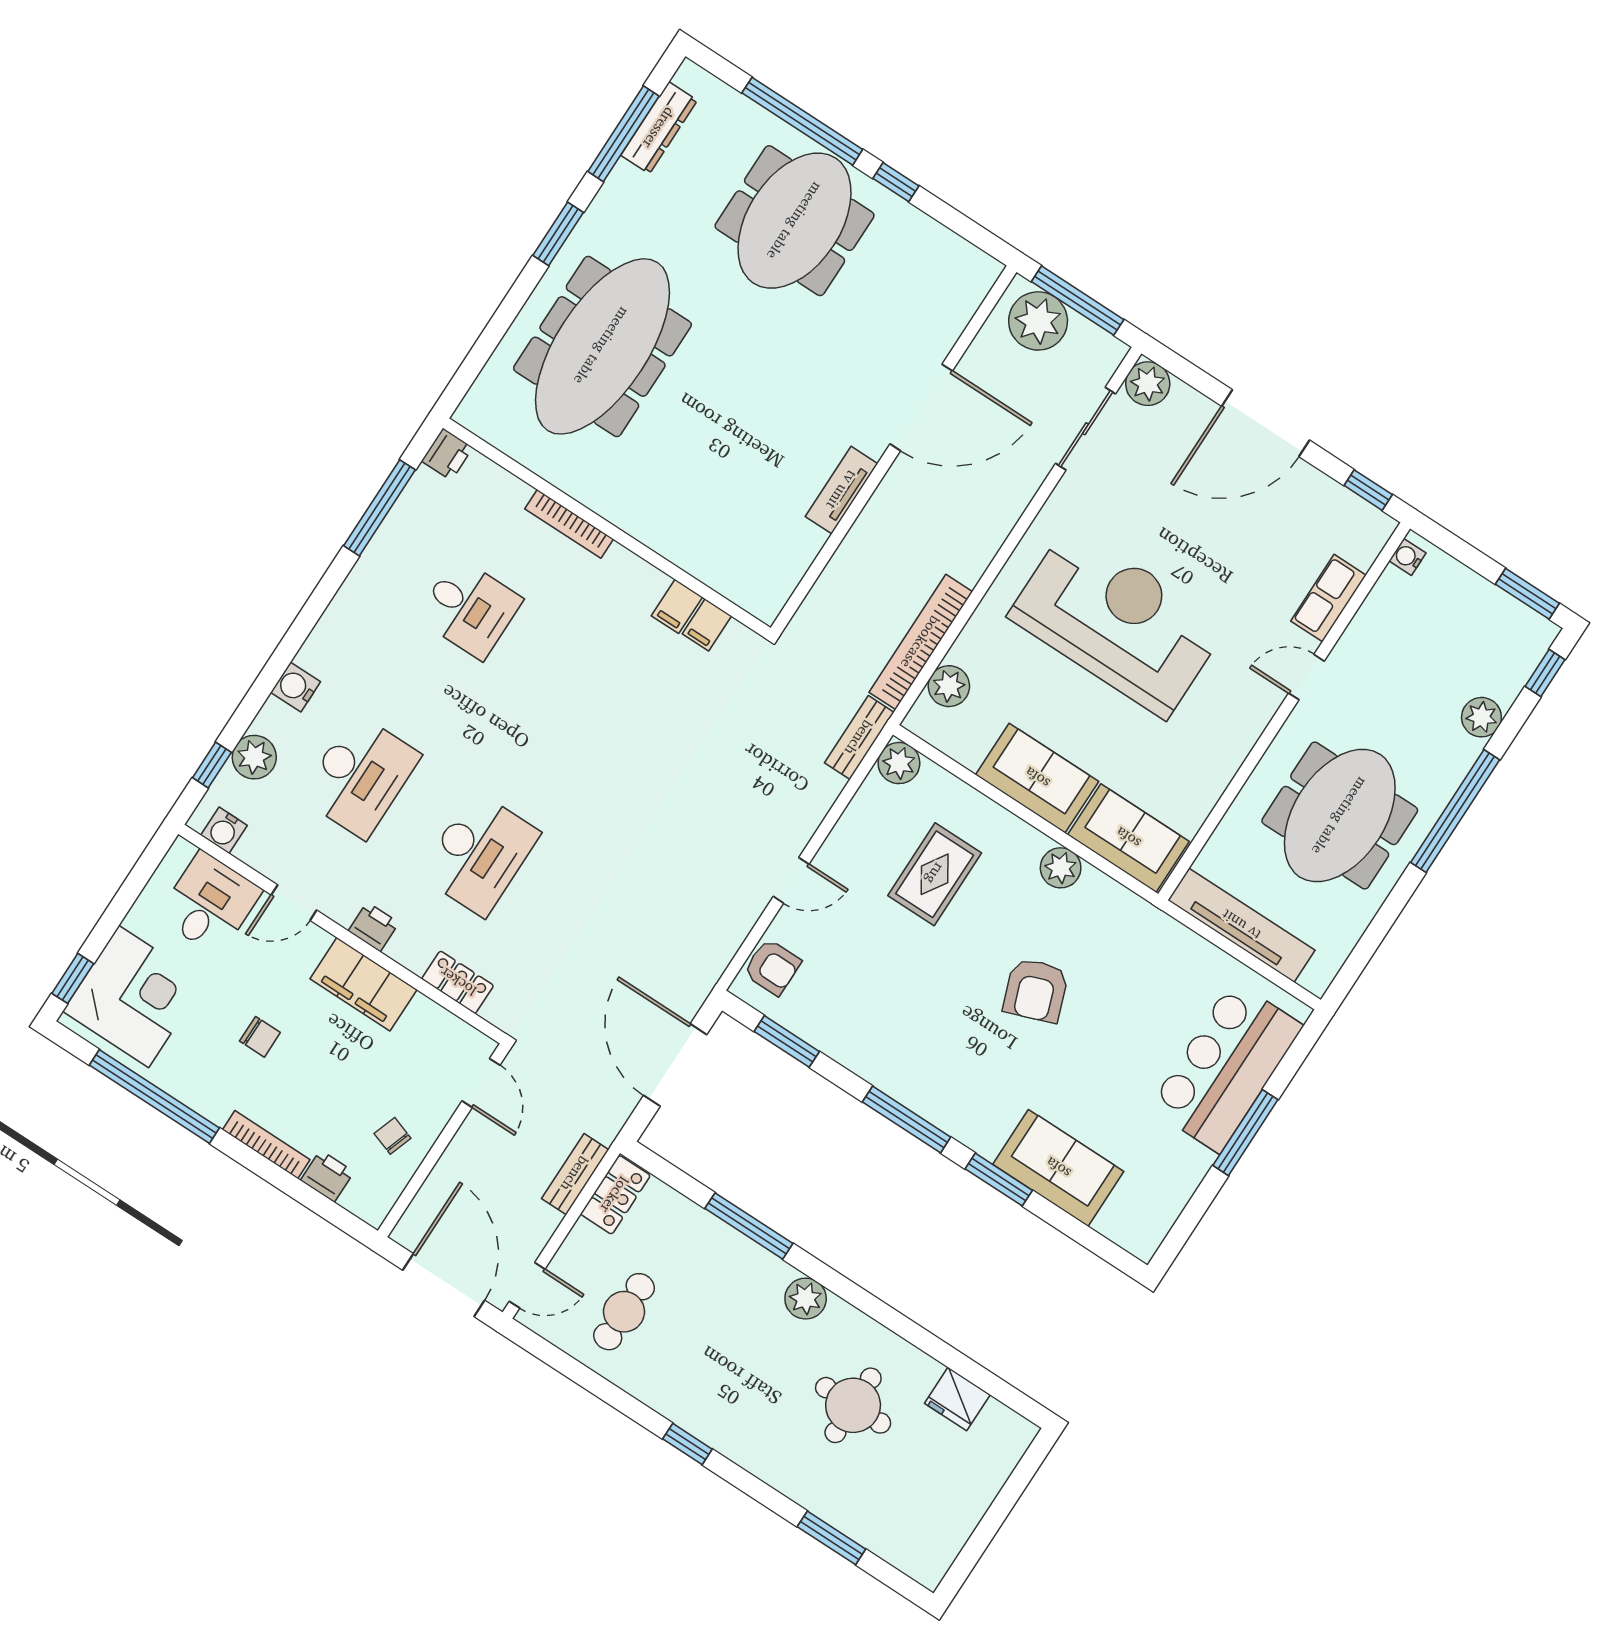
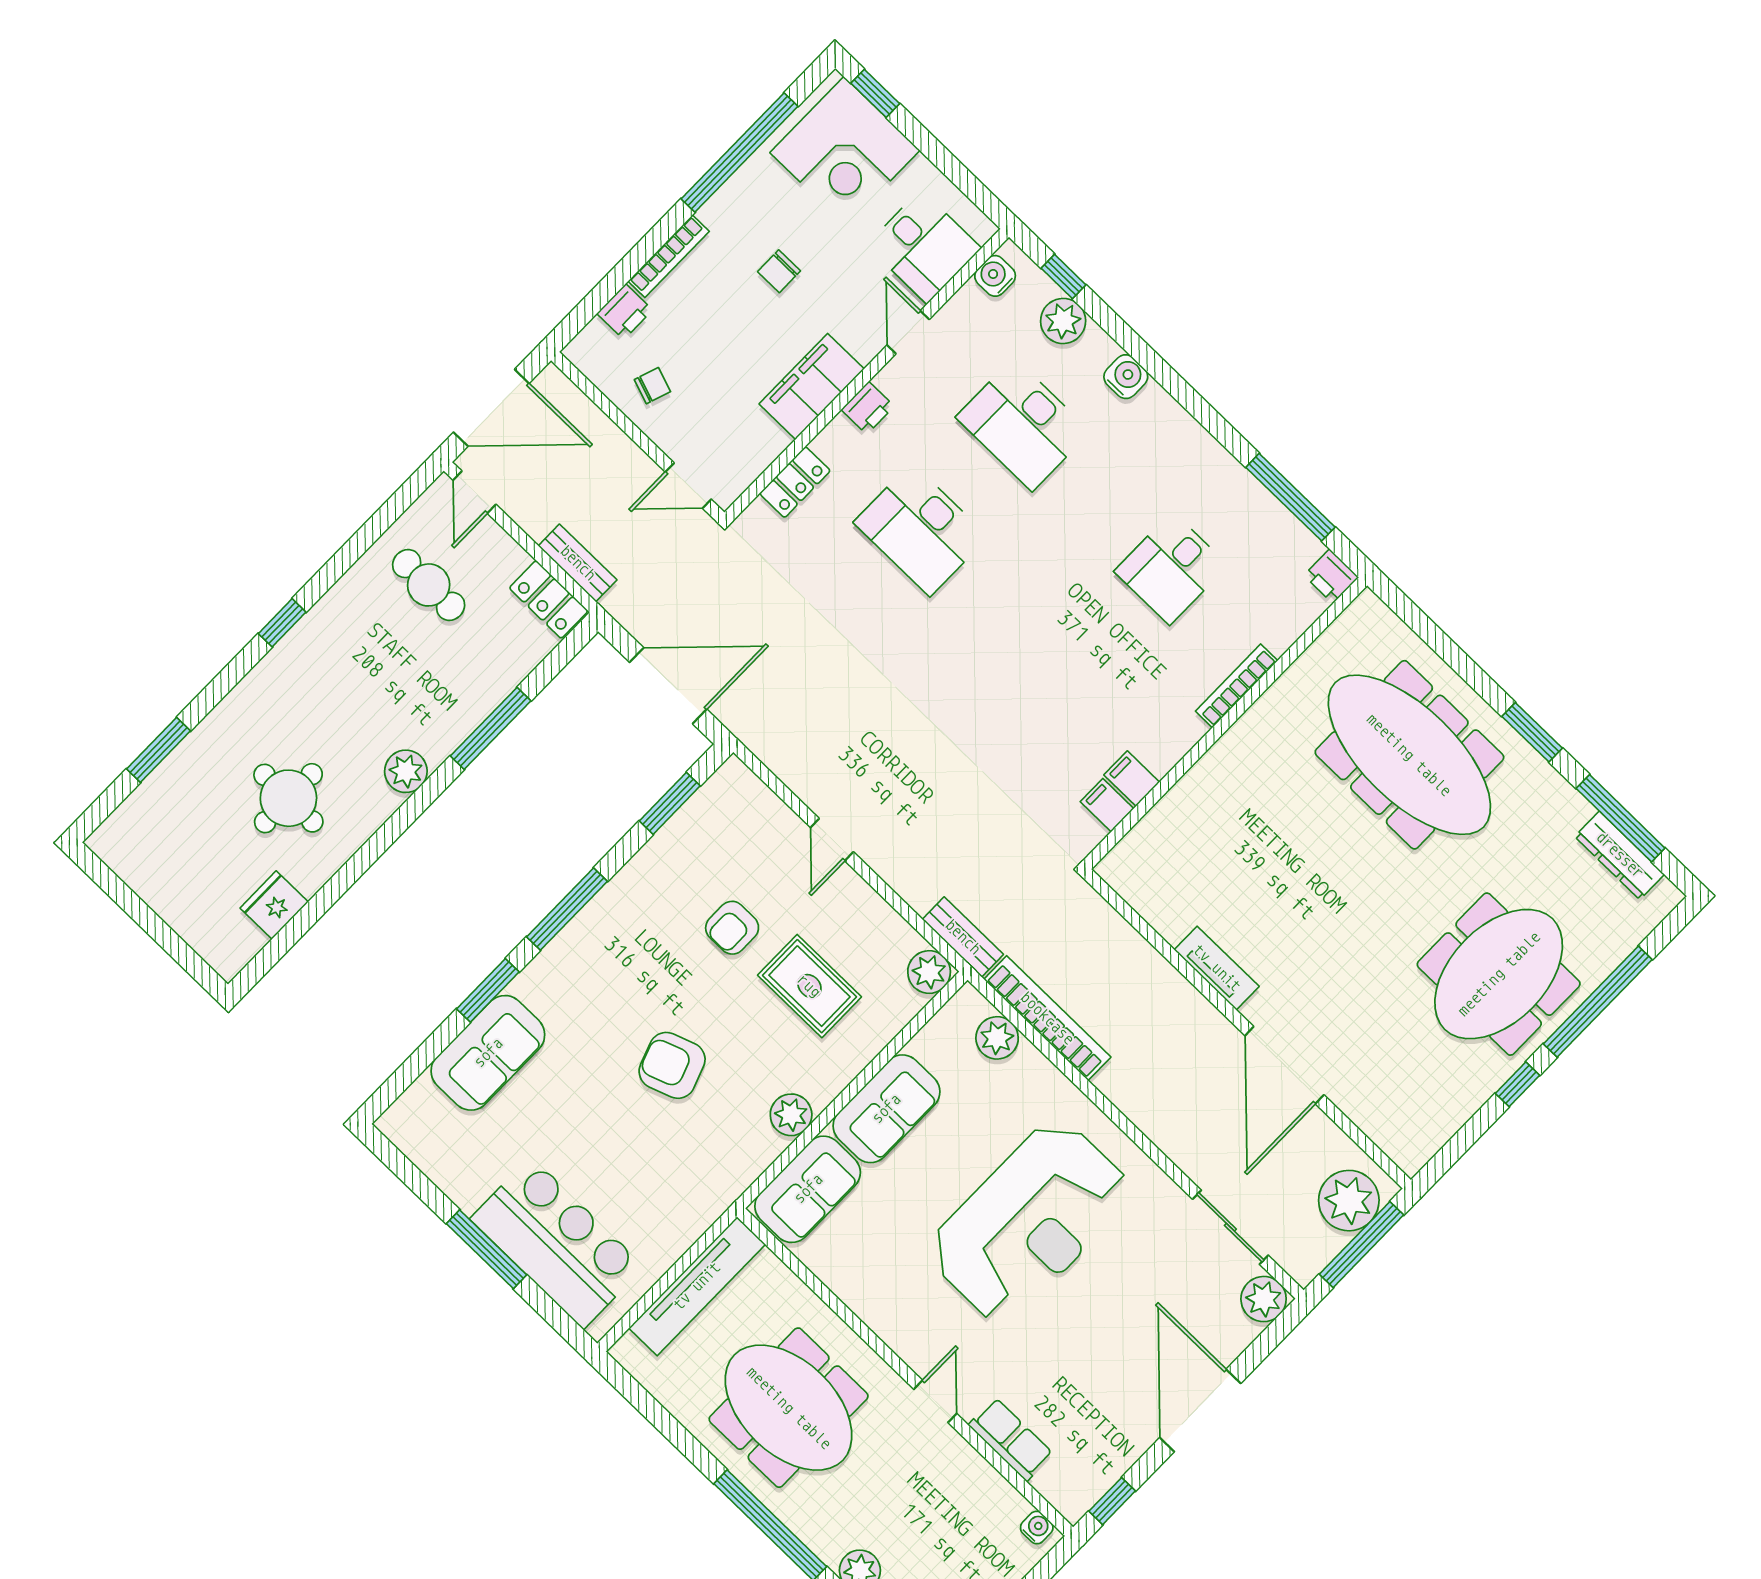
meeting table: (795, 221) -> (1499, 974), turned 90
armchair: (772, 967) -> (732, 928), moved

